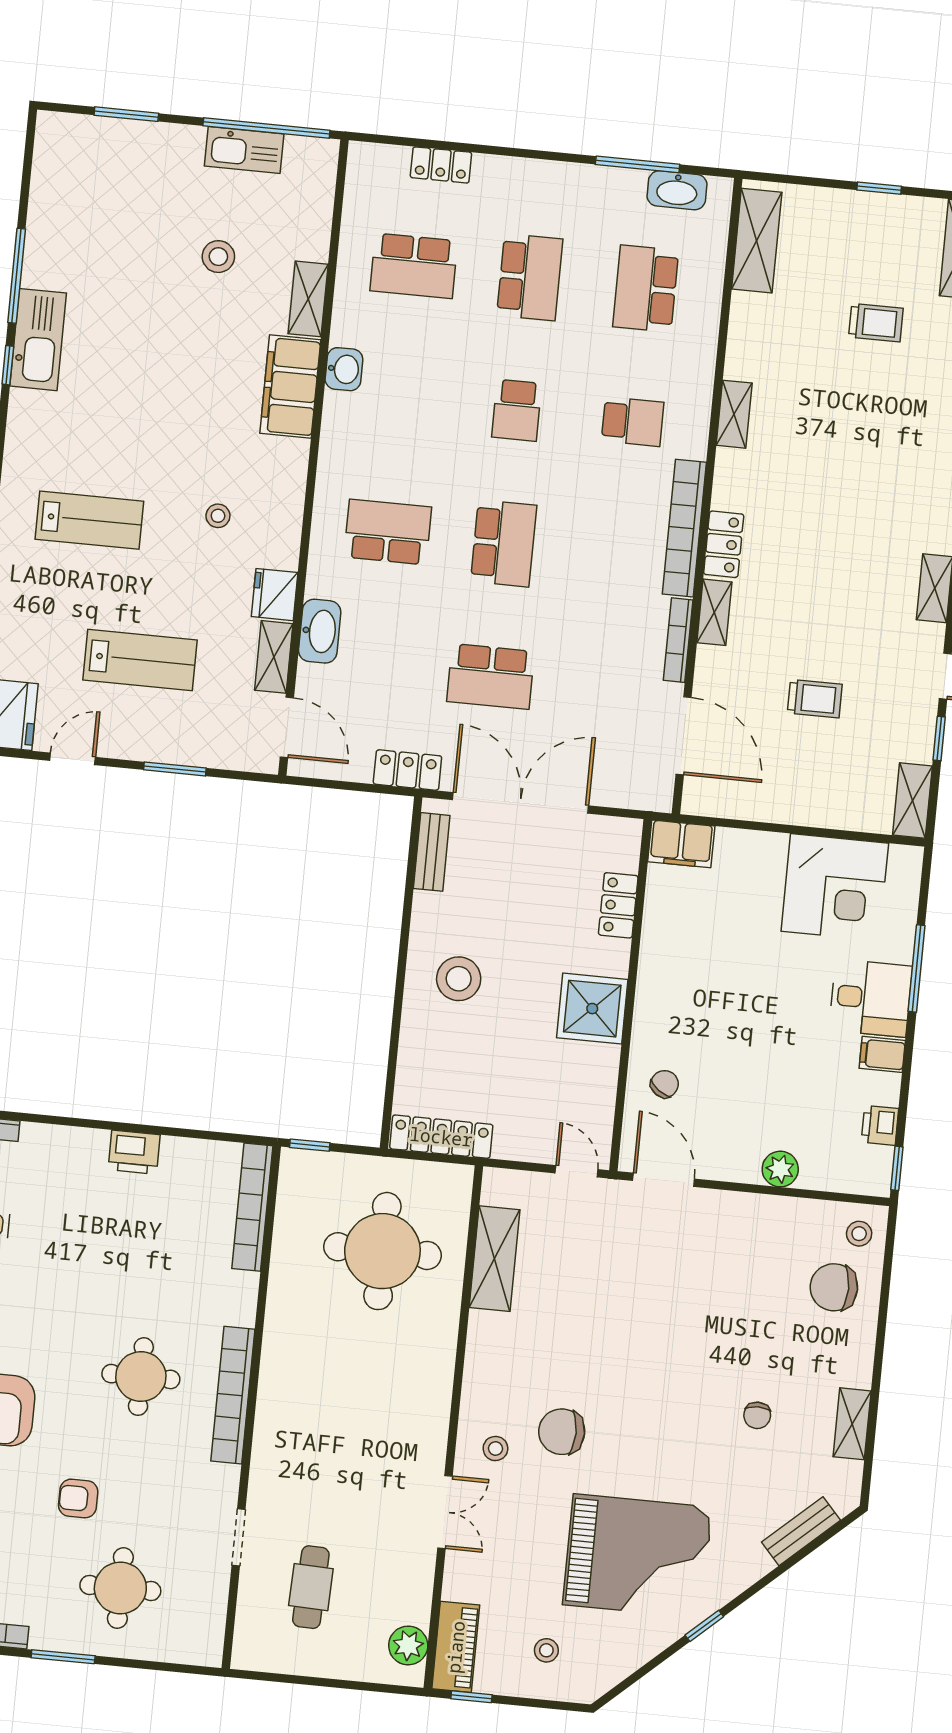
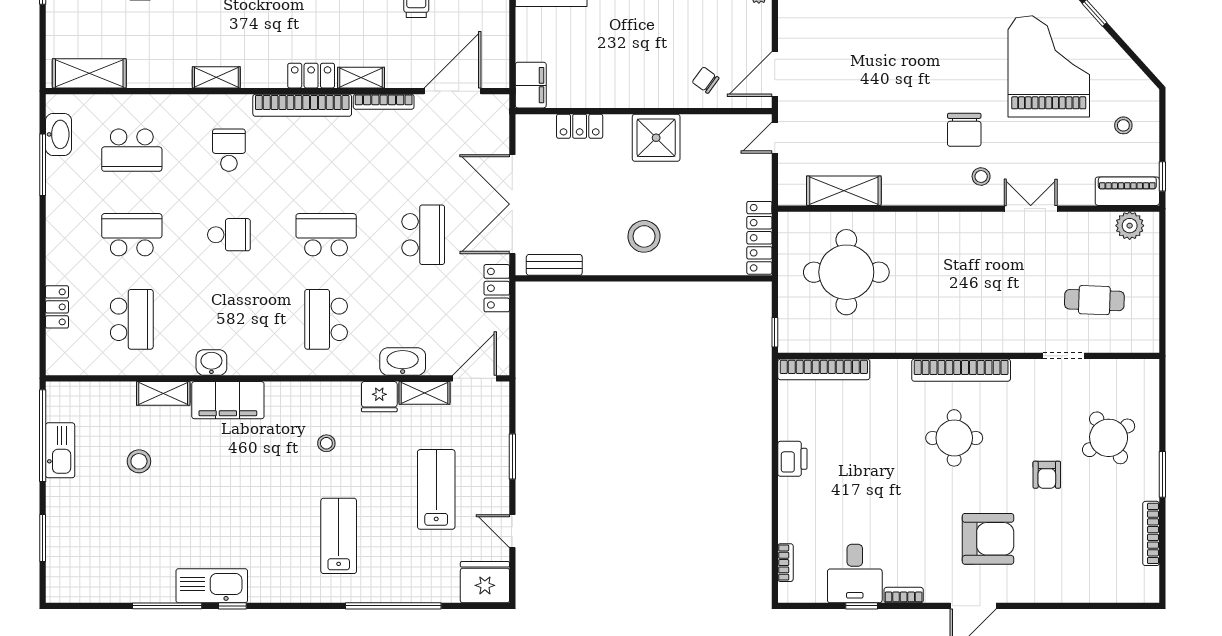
round table: (120, 1588) -> (1109, 438), turned -32

